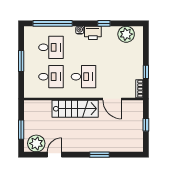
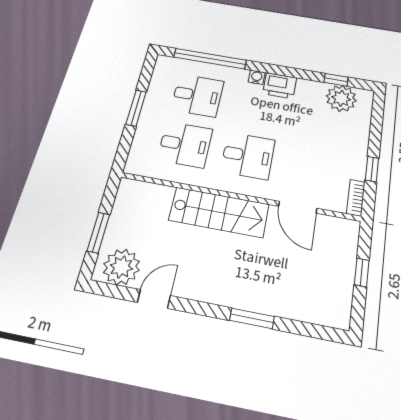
window: (104, 23) -> (336, 80), moved

